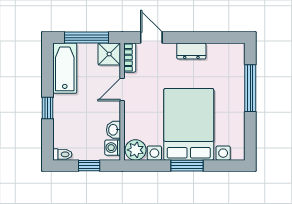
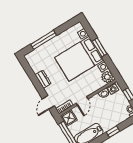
door: (122, 90) -> (82, 101), hinge flipped

